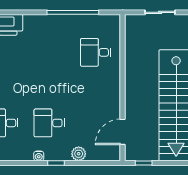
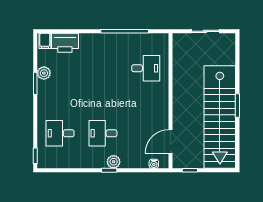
desk: (96, 52) -> (146, 68), turned 180
plant: (79, 154) -> (114, 162), moved
water cooler: (39, 156) -> (154, 164), moved

